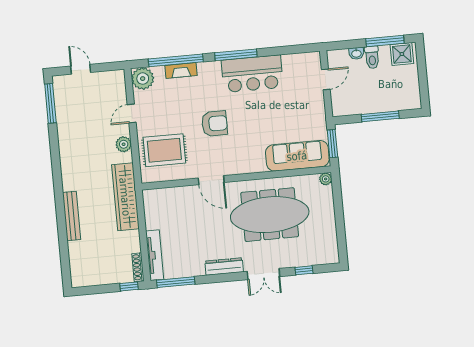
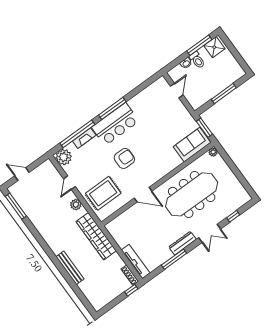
bar counter: (252, 74) -> (115, 124), moved
sofa: (297, 156) -> (192, 145), width x0.73
window: (176, 282) -> (174, 259), moved

